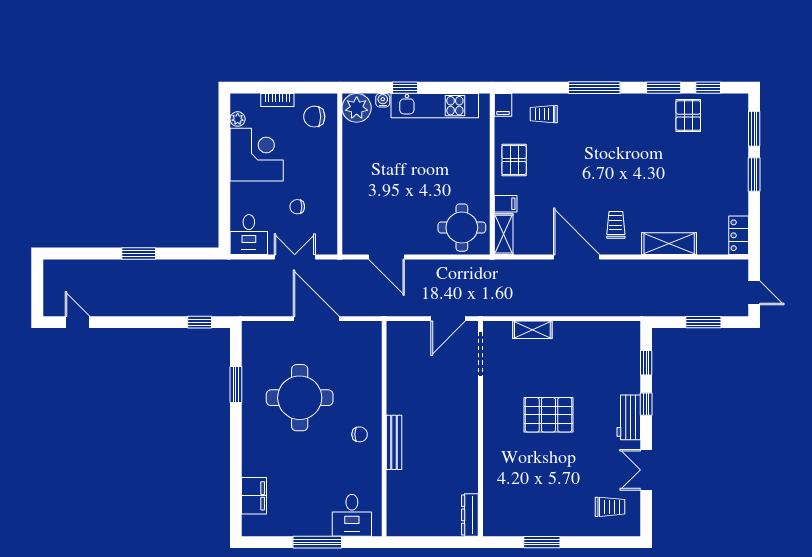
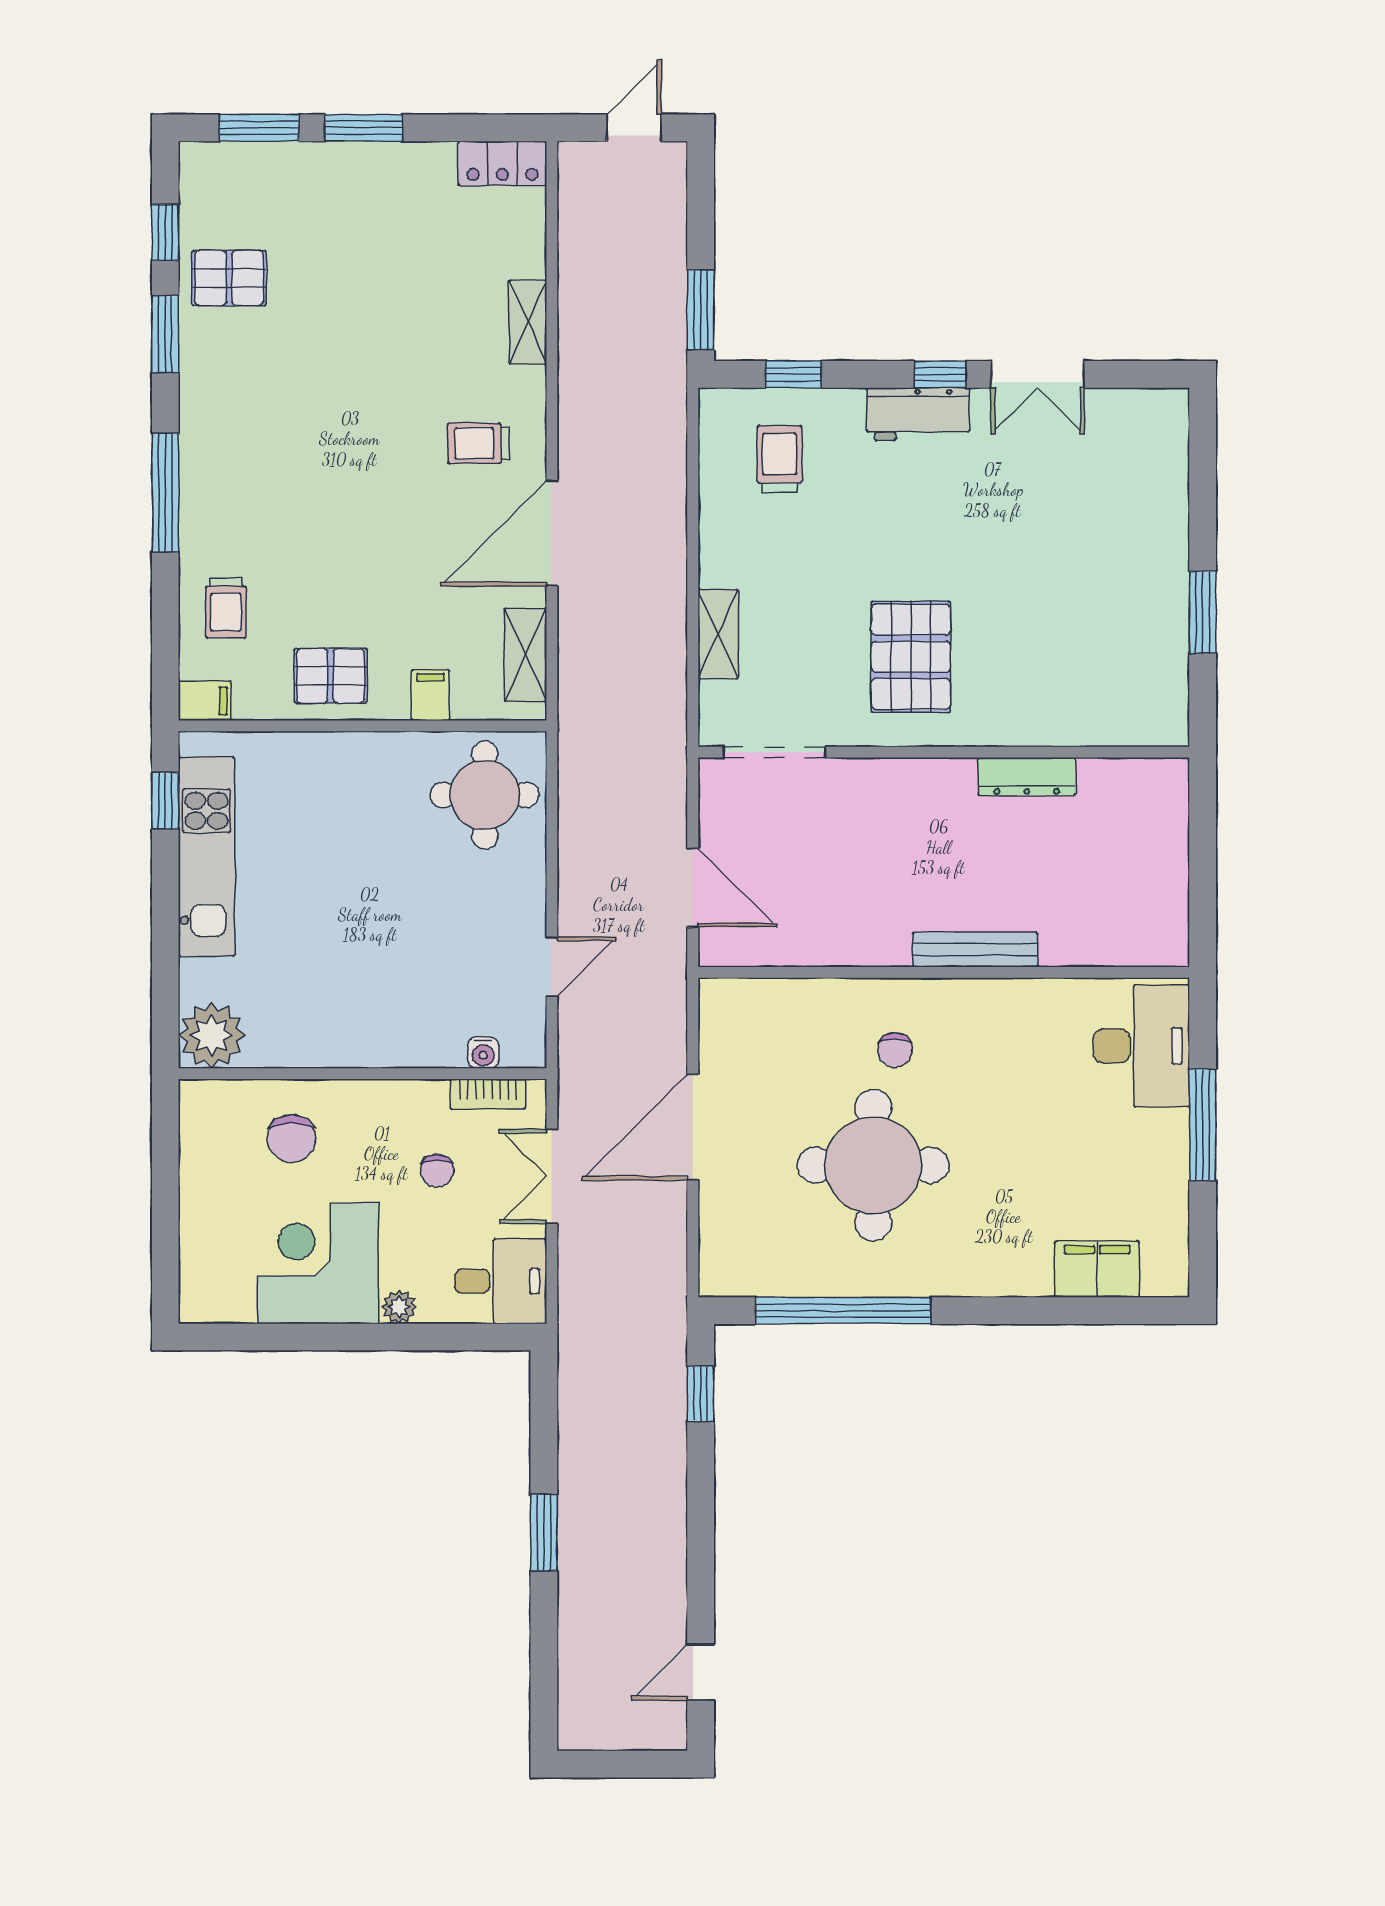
window: (405, 88) -> (165, 801), moved
bookcase: (277, 100) -> (488, 1094), moved, turned 90
water cooler: (383, 100) -> (483, 1053), moved, turned -90
chair: (314, 117) -> (292, 1138), moved
plant: (238, 119) -> (399, 1307), moved
shelving: (504, 234) -> (526, 655), moved, turned 90
shelving: (669, 244) -> (528, 322), width x0.67, depth x0.75
door: (387, 257) -> (552, 967), width x0.73
door: (448, 319) -> (693, 888), moved
window: (703, 322) -> (701, 310), moved
window: (236, 385) -> (843, 1311), width x2.11
window: (646, 404) -> (940, 374), moved
pallet: (548, 415) -> (911, 657), moved
chair: (360, 434) -> (895, 1050), moved, turned 180
trolley: (610, 507) -> (780, 459), moved
desk: (352, 515) -> (1142, 1046), width x1.37
dresser: (470, 515) -> (1027, 777), moved

